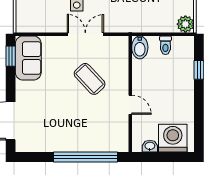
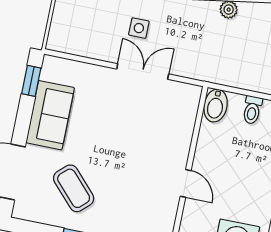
sofa: (28, 58) -> (50, 115), moved
coffee table: (90, 79) -> (74, 188), moved

